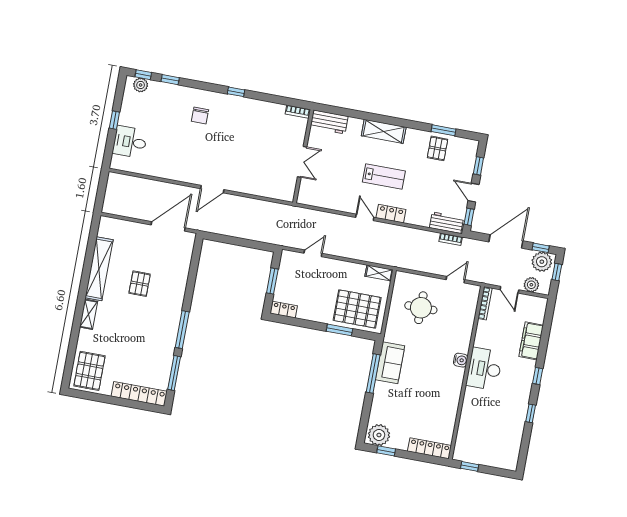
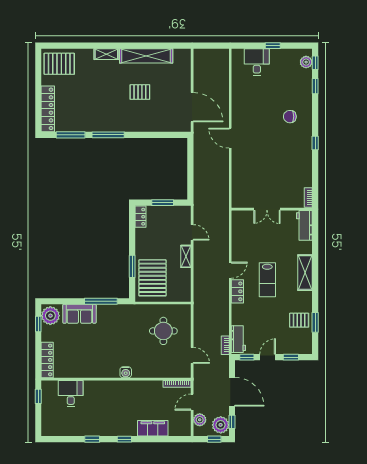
shelving: (379, 273) -> (186, 256), moved
sofa: (390, 363) -> (79, 314), moved
desk: (484, 369) -> (71, 393), moved, width x0.73

